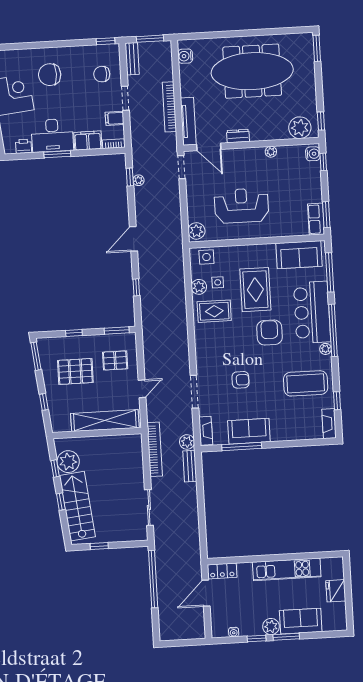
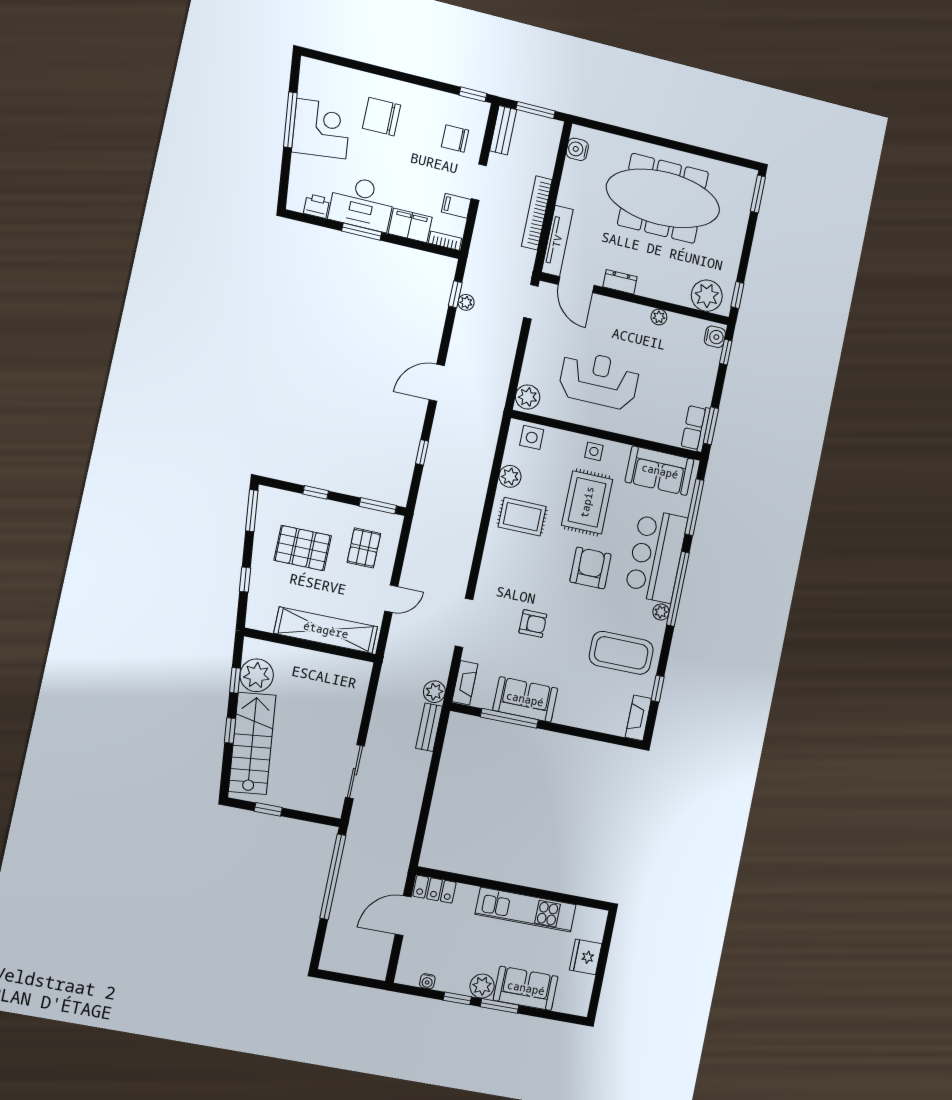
side table: (218, 282) -> (594, 451), moved
pallet: (115, 360) -> (364, 548), turned 90
bookcase: (155, 449) -> (386, 690), removed

